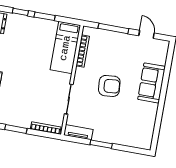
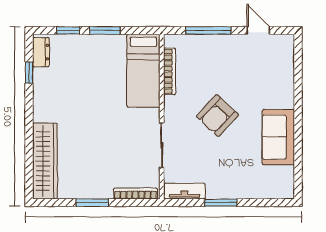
sofa: (152, 83) -> (278, 137), moved
armchair: (109, 86) -> (218, 115), turned 138

